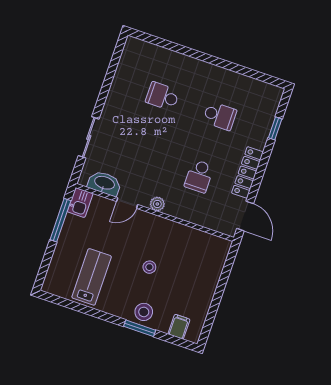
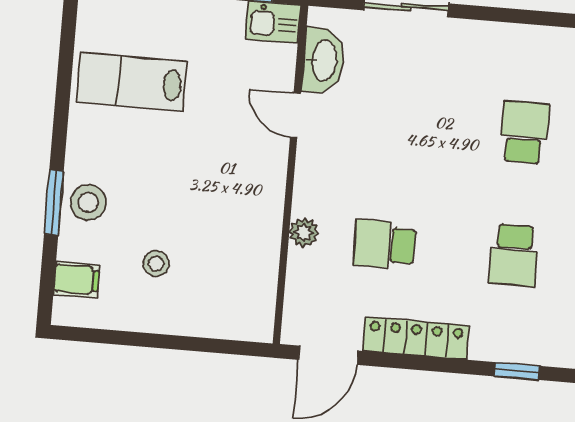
plant: (157, 204) -> (304, 232), moved
stool: (149, 267) -> (156, 263), moved
lab bench: (92, 277) -> (132, 82), turned 180

